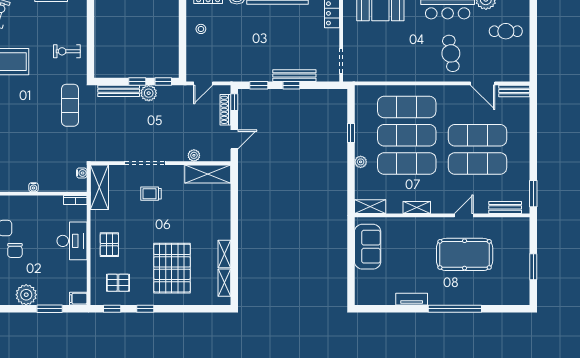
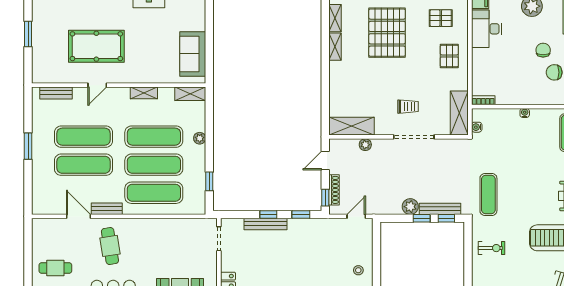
window: (163, 81) -> (446, 218), moved
bench: (514, 91) -> (107, 209), moved
window: (351, 133) -> (209, 181), moved
window: (533, 194) -> (28, 146), moved
desk: (72, 241) -> (486, 29), moved

